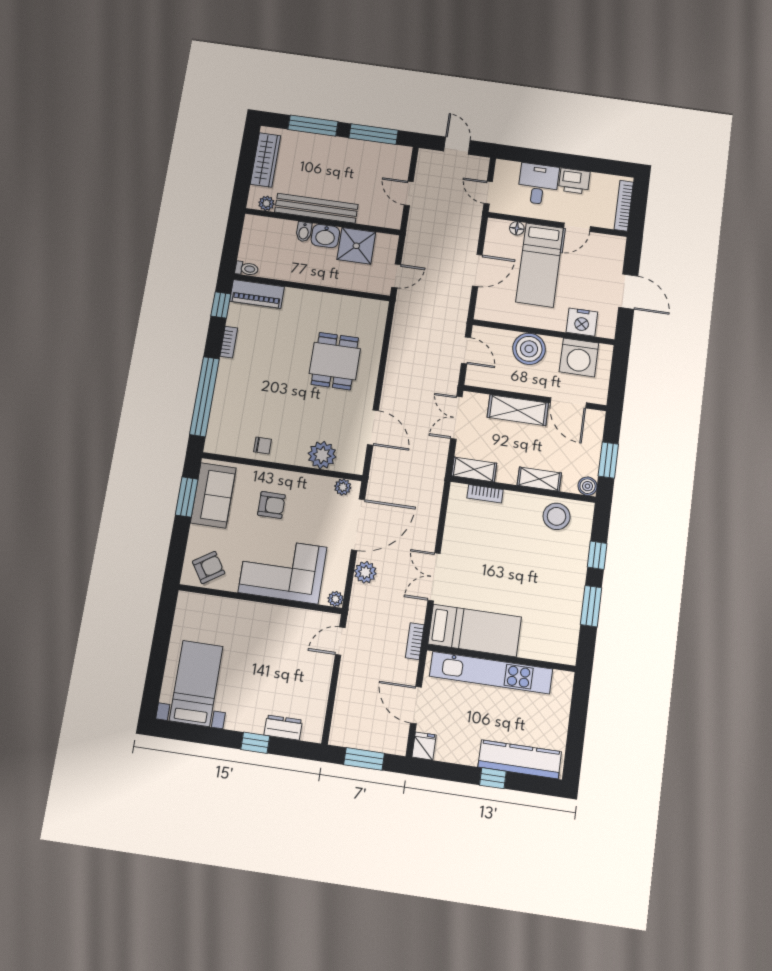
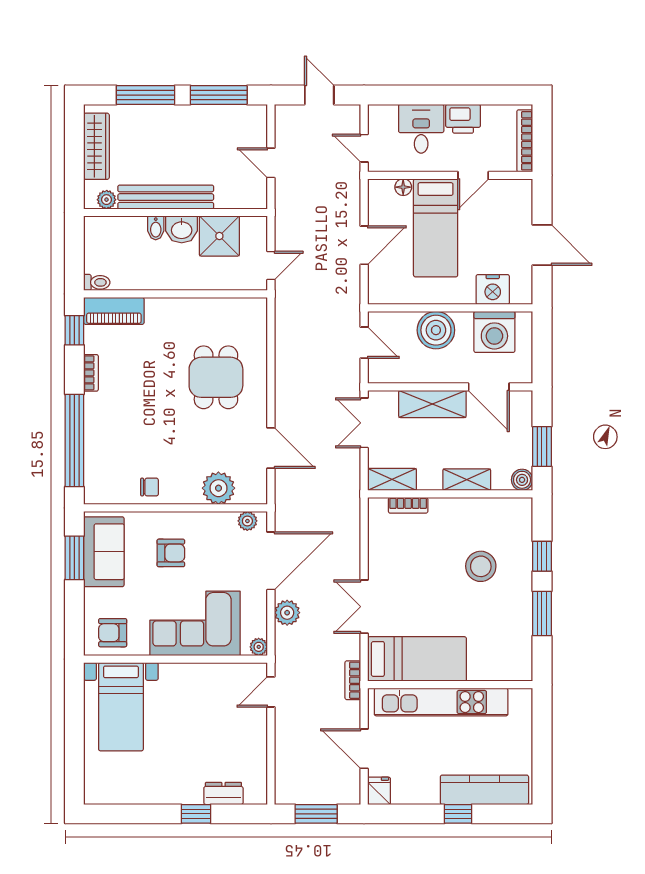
stool: (557, 516) -> (481, 566), moved
armchair: (209, 567) -> (113, 633), turned -147
bed with nightstands: (196, 683) -> (121, 707), moved, turned 180

